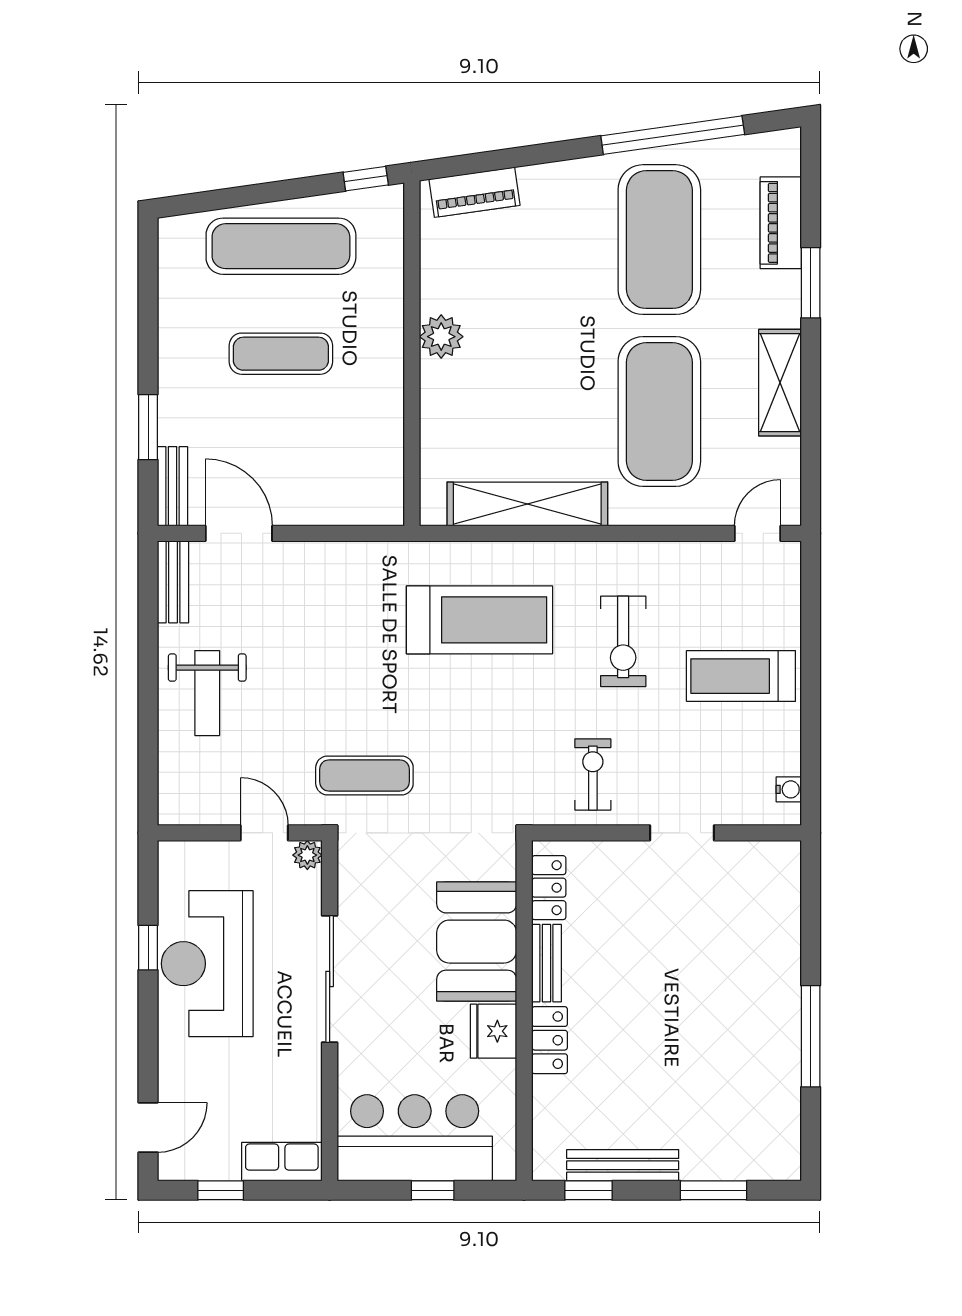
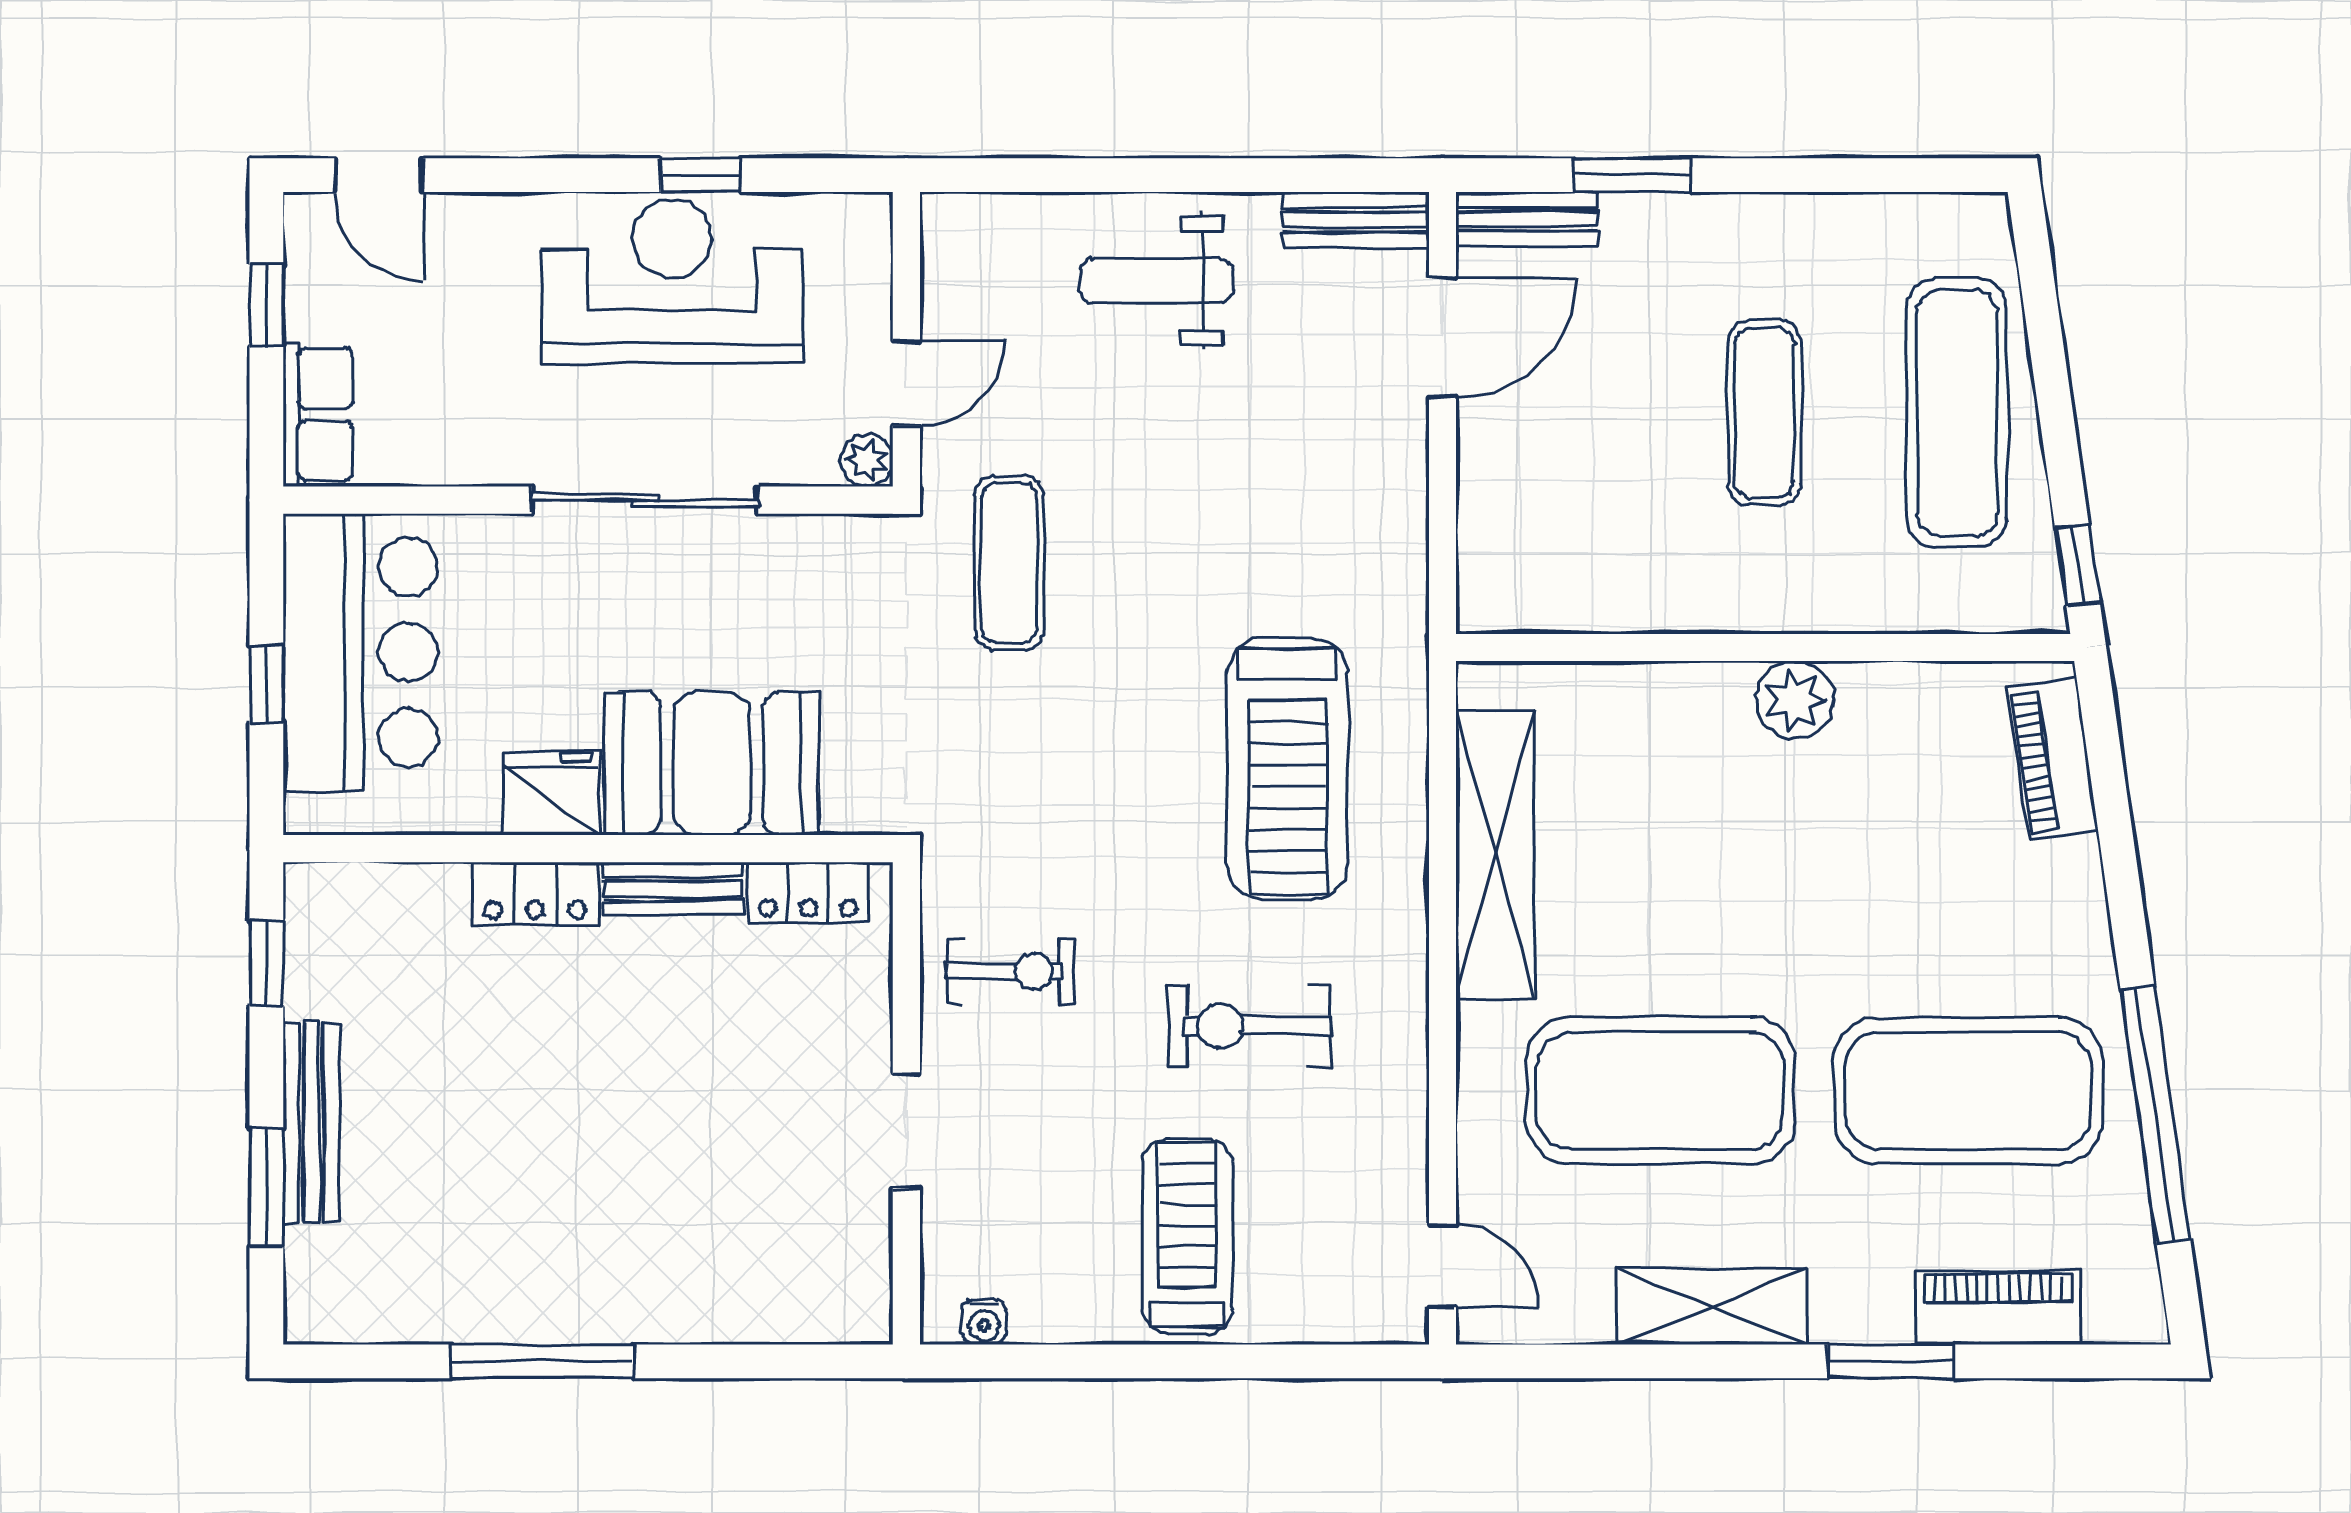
bench: (623, 1165) -> (311, 1123), moved

